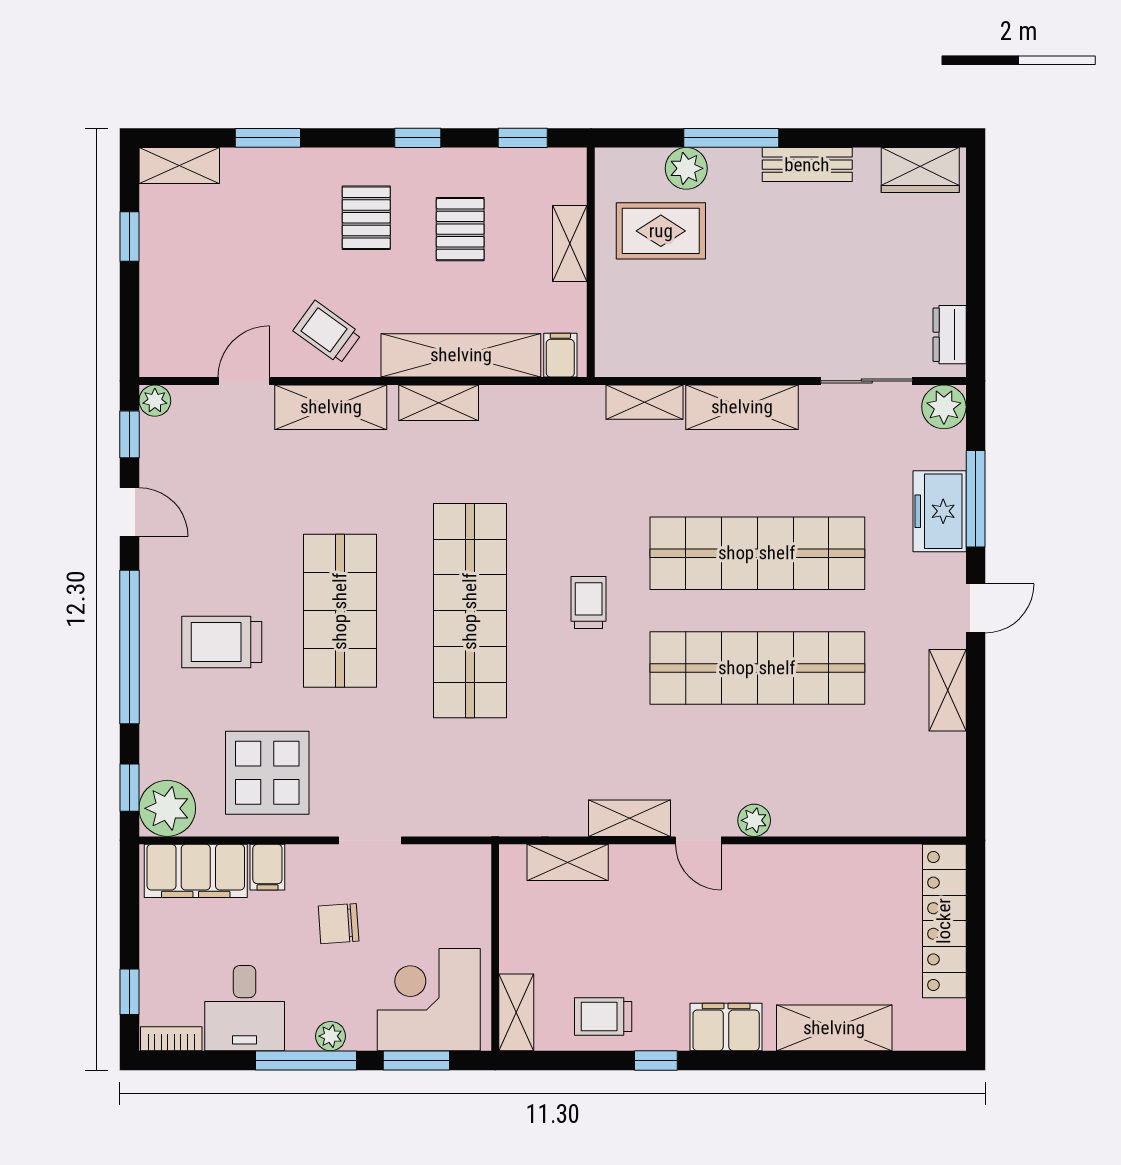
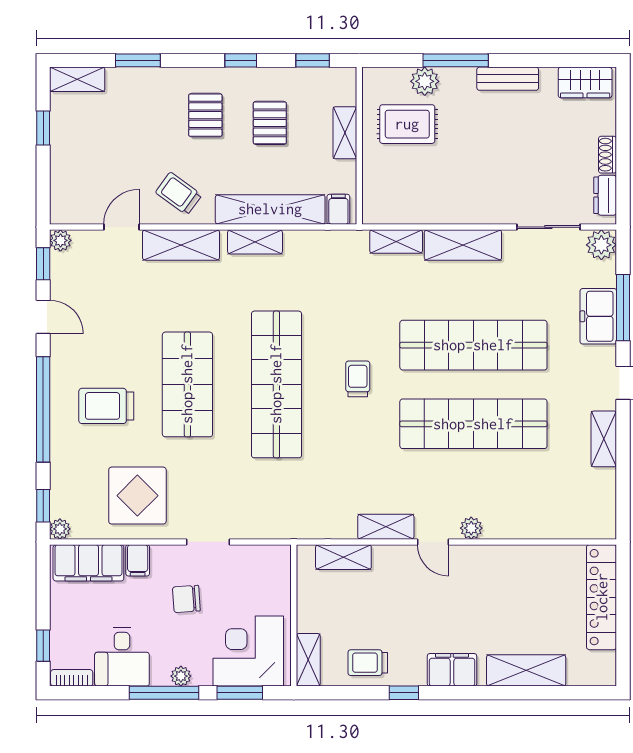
shoe rack: (953, 275) -> (607, 155), added
plant: (167, 808) -> (60, 529), width x0.53, depth x0.53

